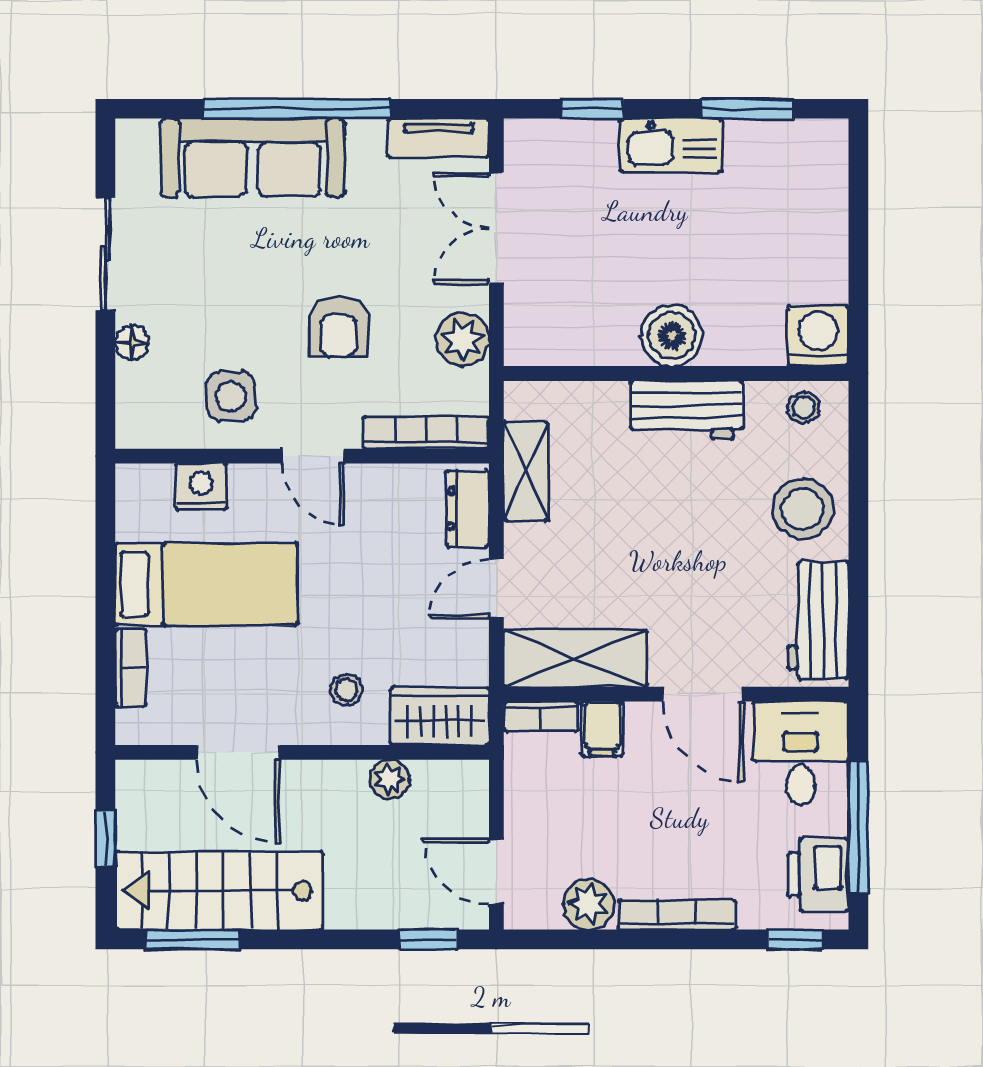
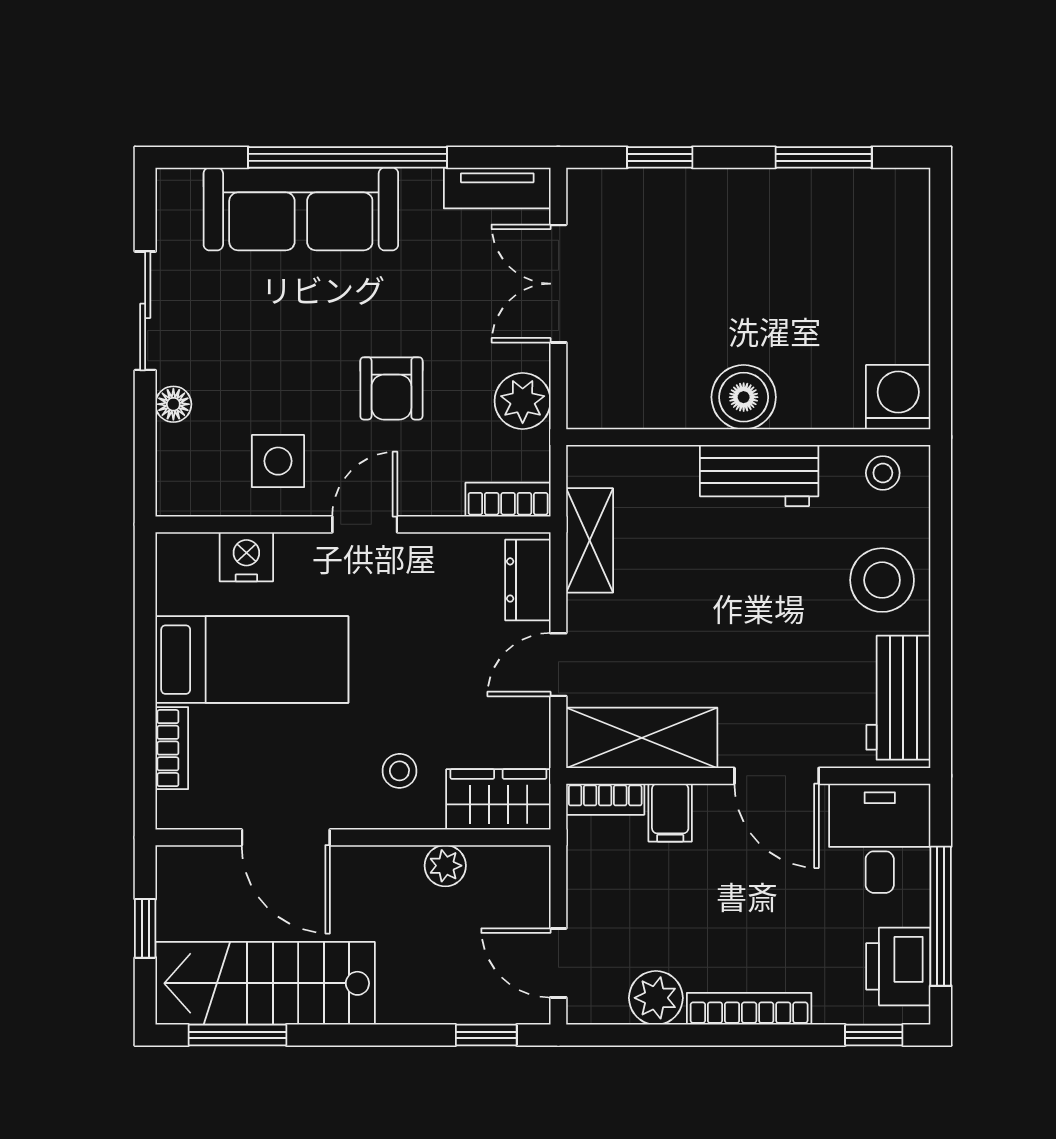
kitchen sink: (671, 145) -> (743, 196), removed
bookcase: (426, 433) -> (508, 500), width x0.64
door: (313, 456) -> (365, 524), swing flipped

